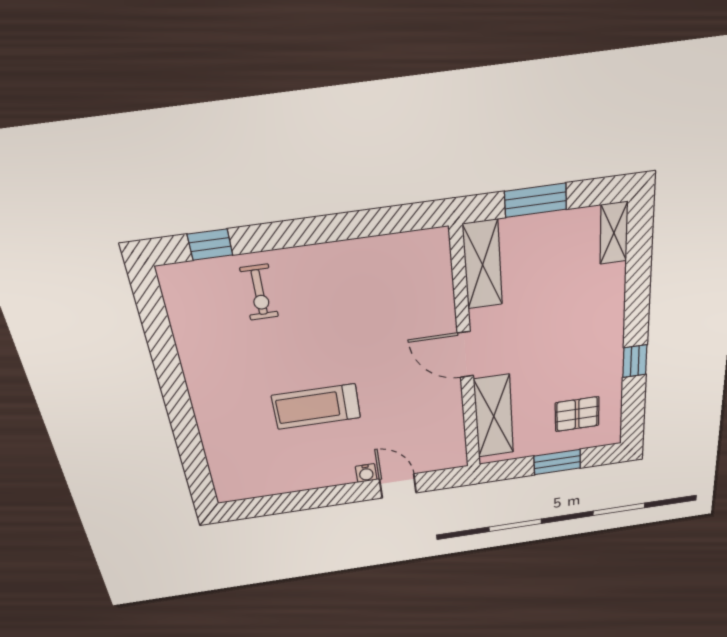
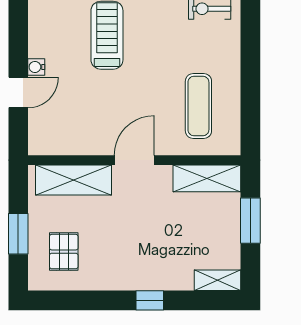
exercise mat: (389, 288) -> (198, 106), added
window: (635, 361) -> (150, 300), moved

